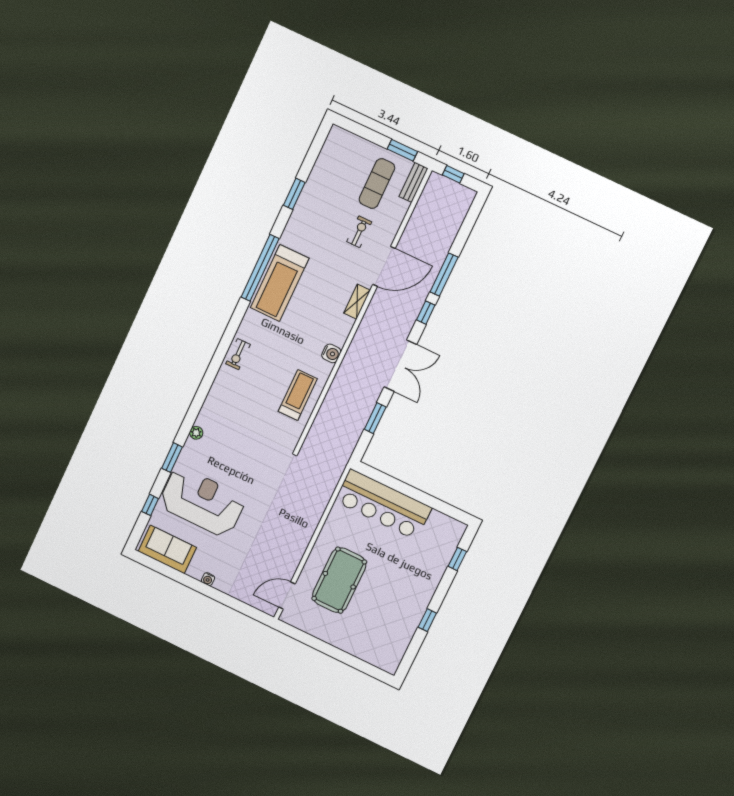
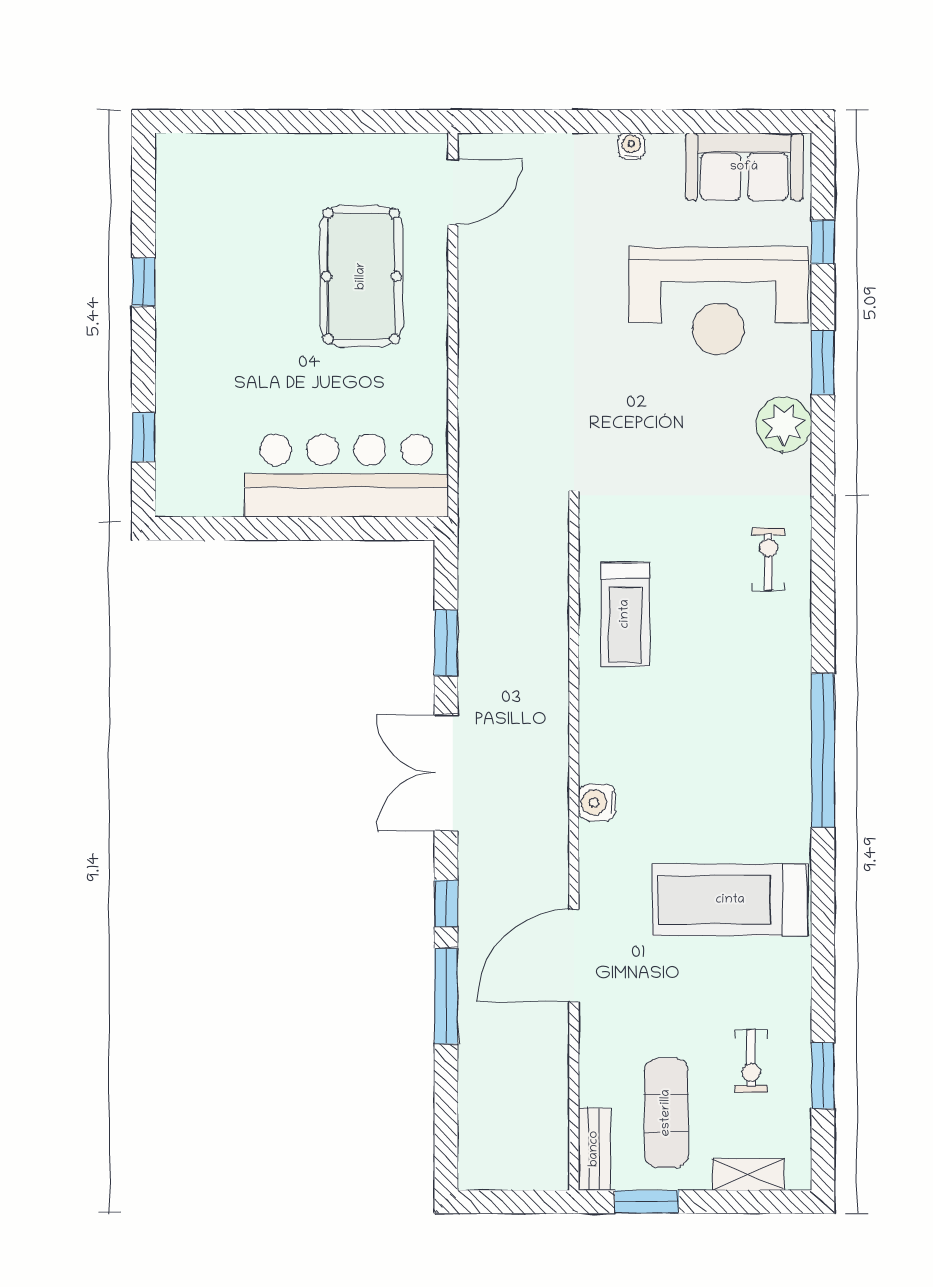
window: (453, 174) -> (523, 1202), removed
window: (294, 194) -> (823, 1076), moved
exercise bike: (359, 232) -> (751, 1061), moved
window: (260, 268) -> (823, 750), moved
treadmill: (280, 283) -> (730, 900), moved, turned -90
shelving: (357, 302) -> (748, 1174), moved, turned 90
water cooler: (331, 353) -> (597, 802), moved
exercise bike: (238, 354) -> (769, 559), moved
plant: (196, 433) -> (784, 425), width x1.87, depth x1.87

